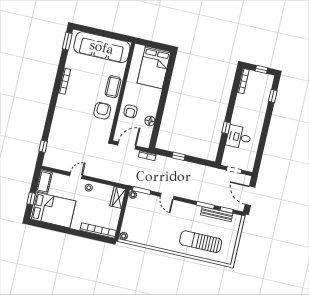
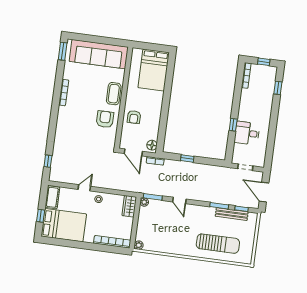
floor lamp: (150, 121) -> (152, 145), moved
door: (127, 146) -> (133, 152), swing flipped
sun lounger: (201, 242) -> (218, 244), turned 180

